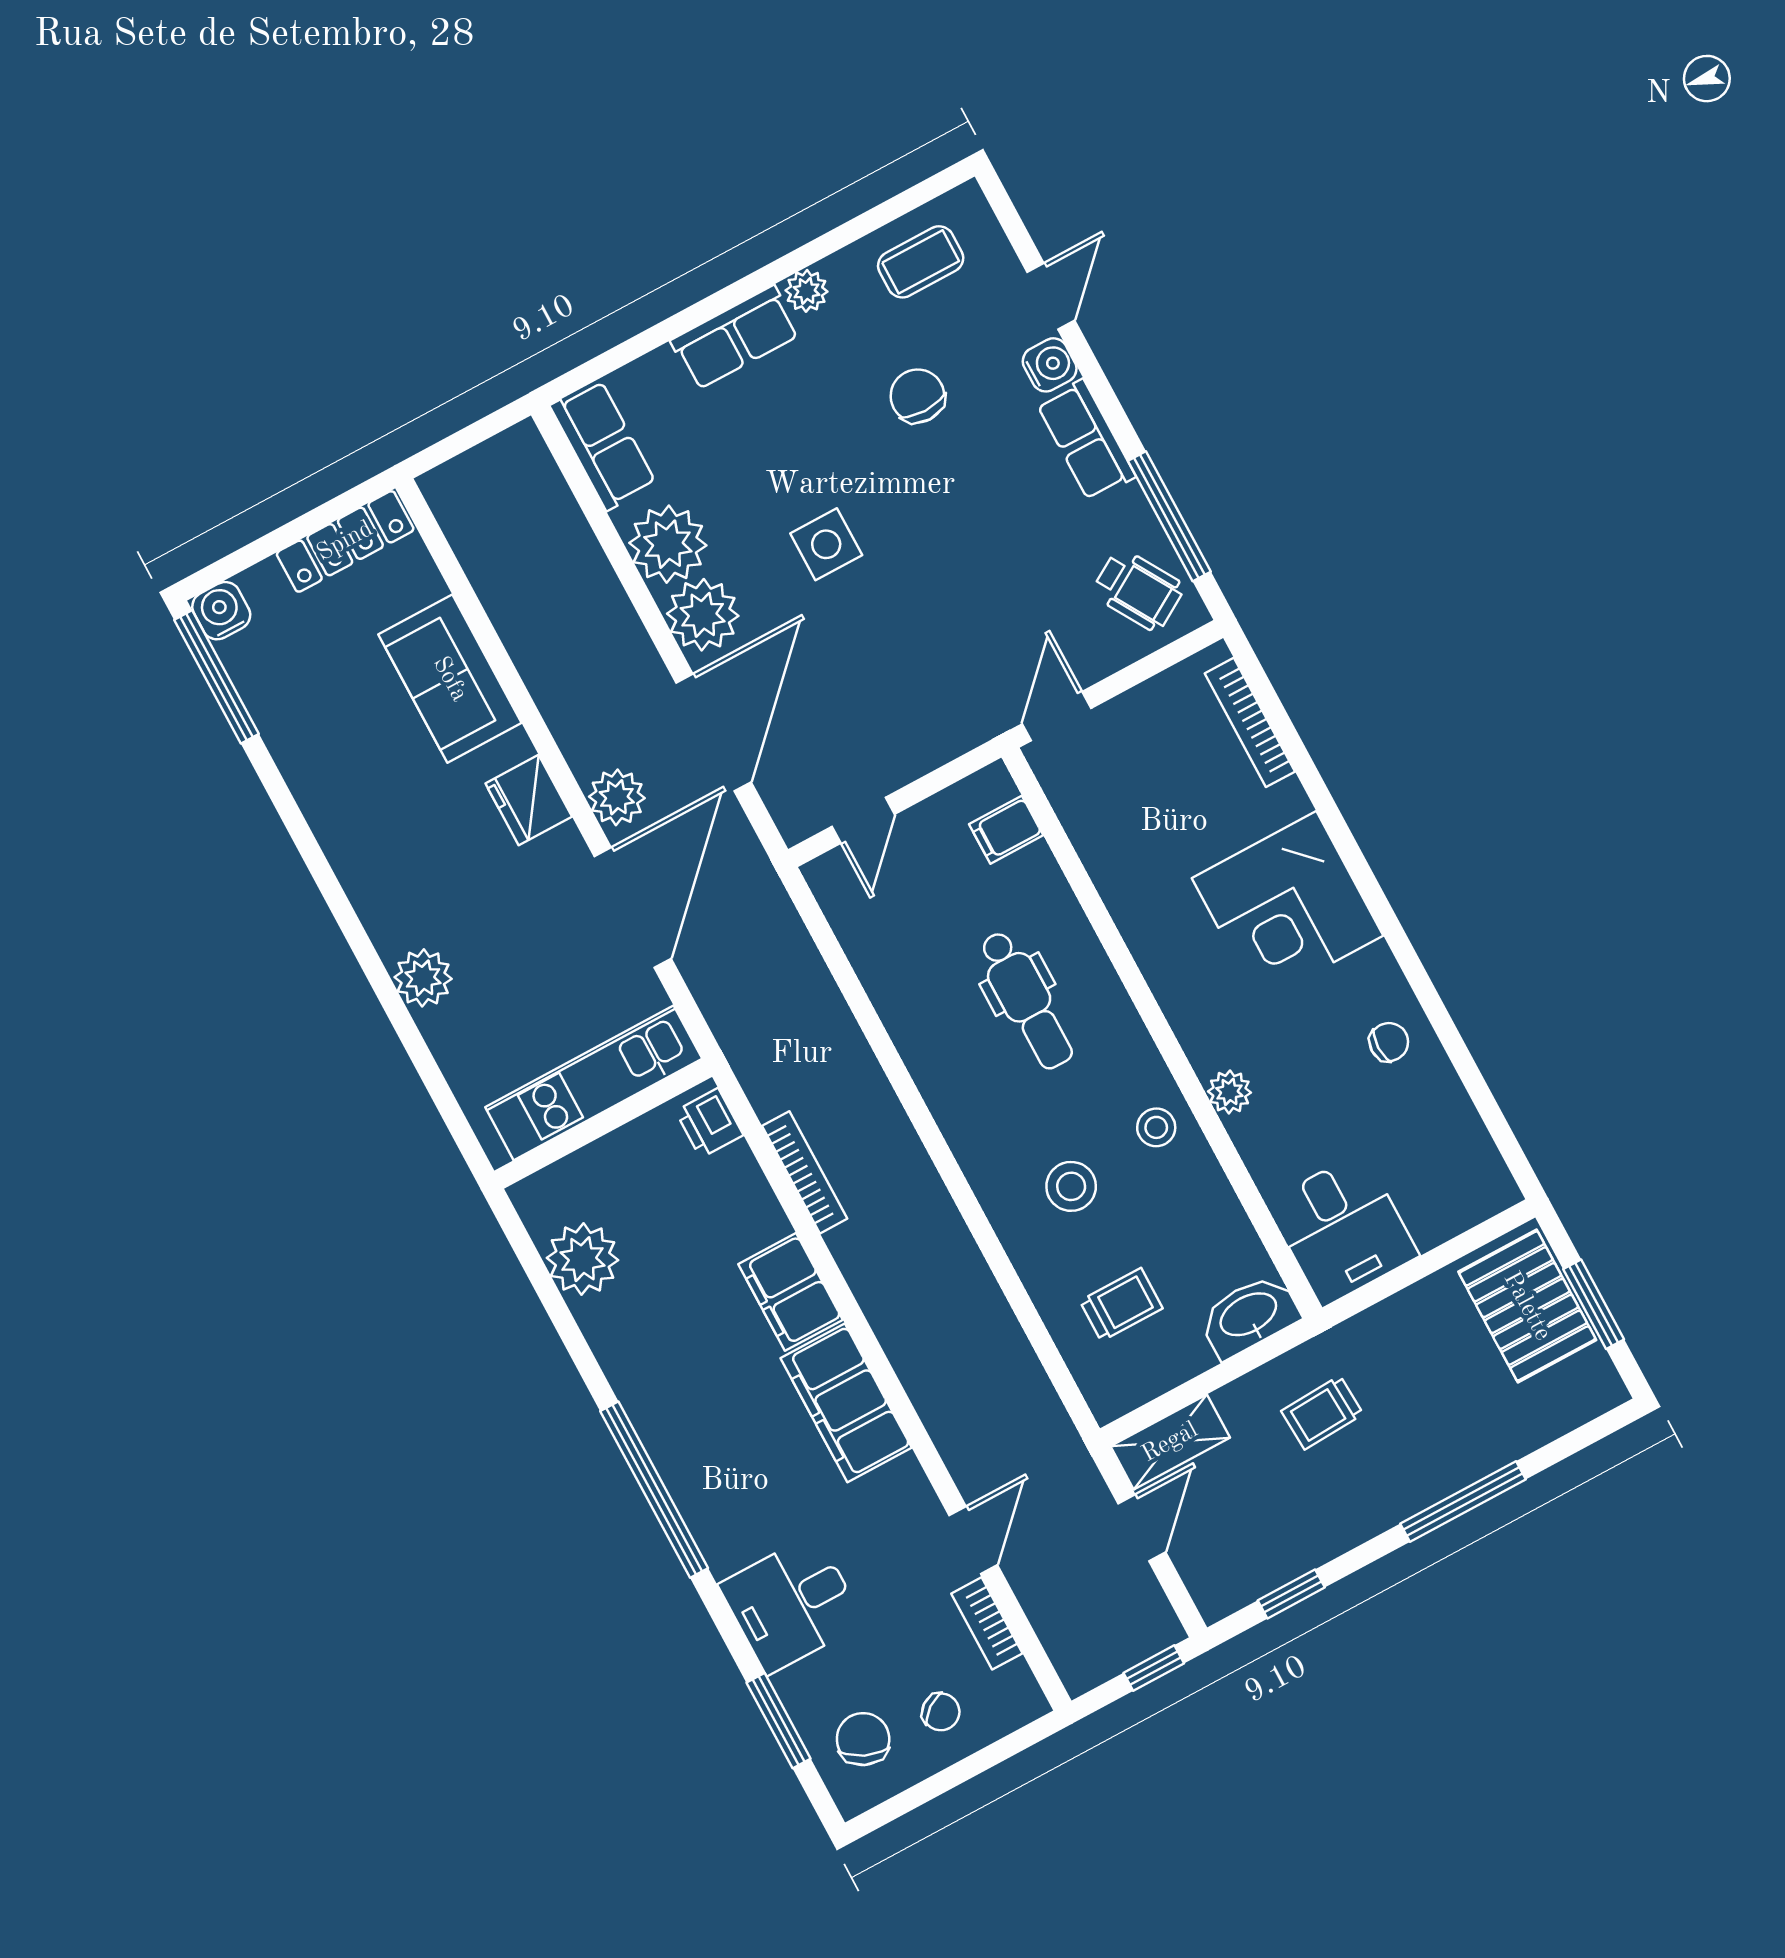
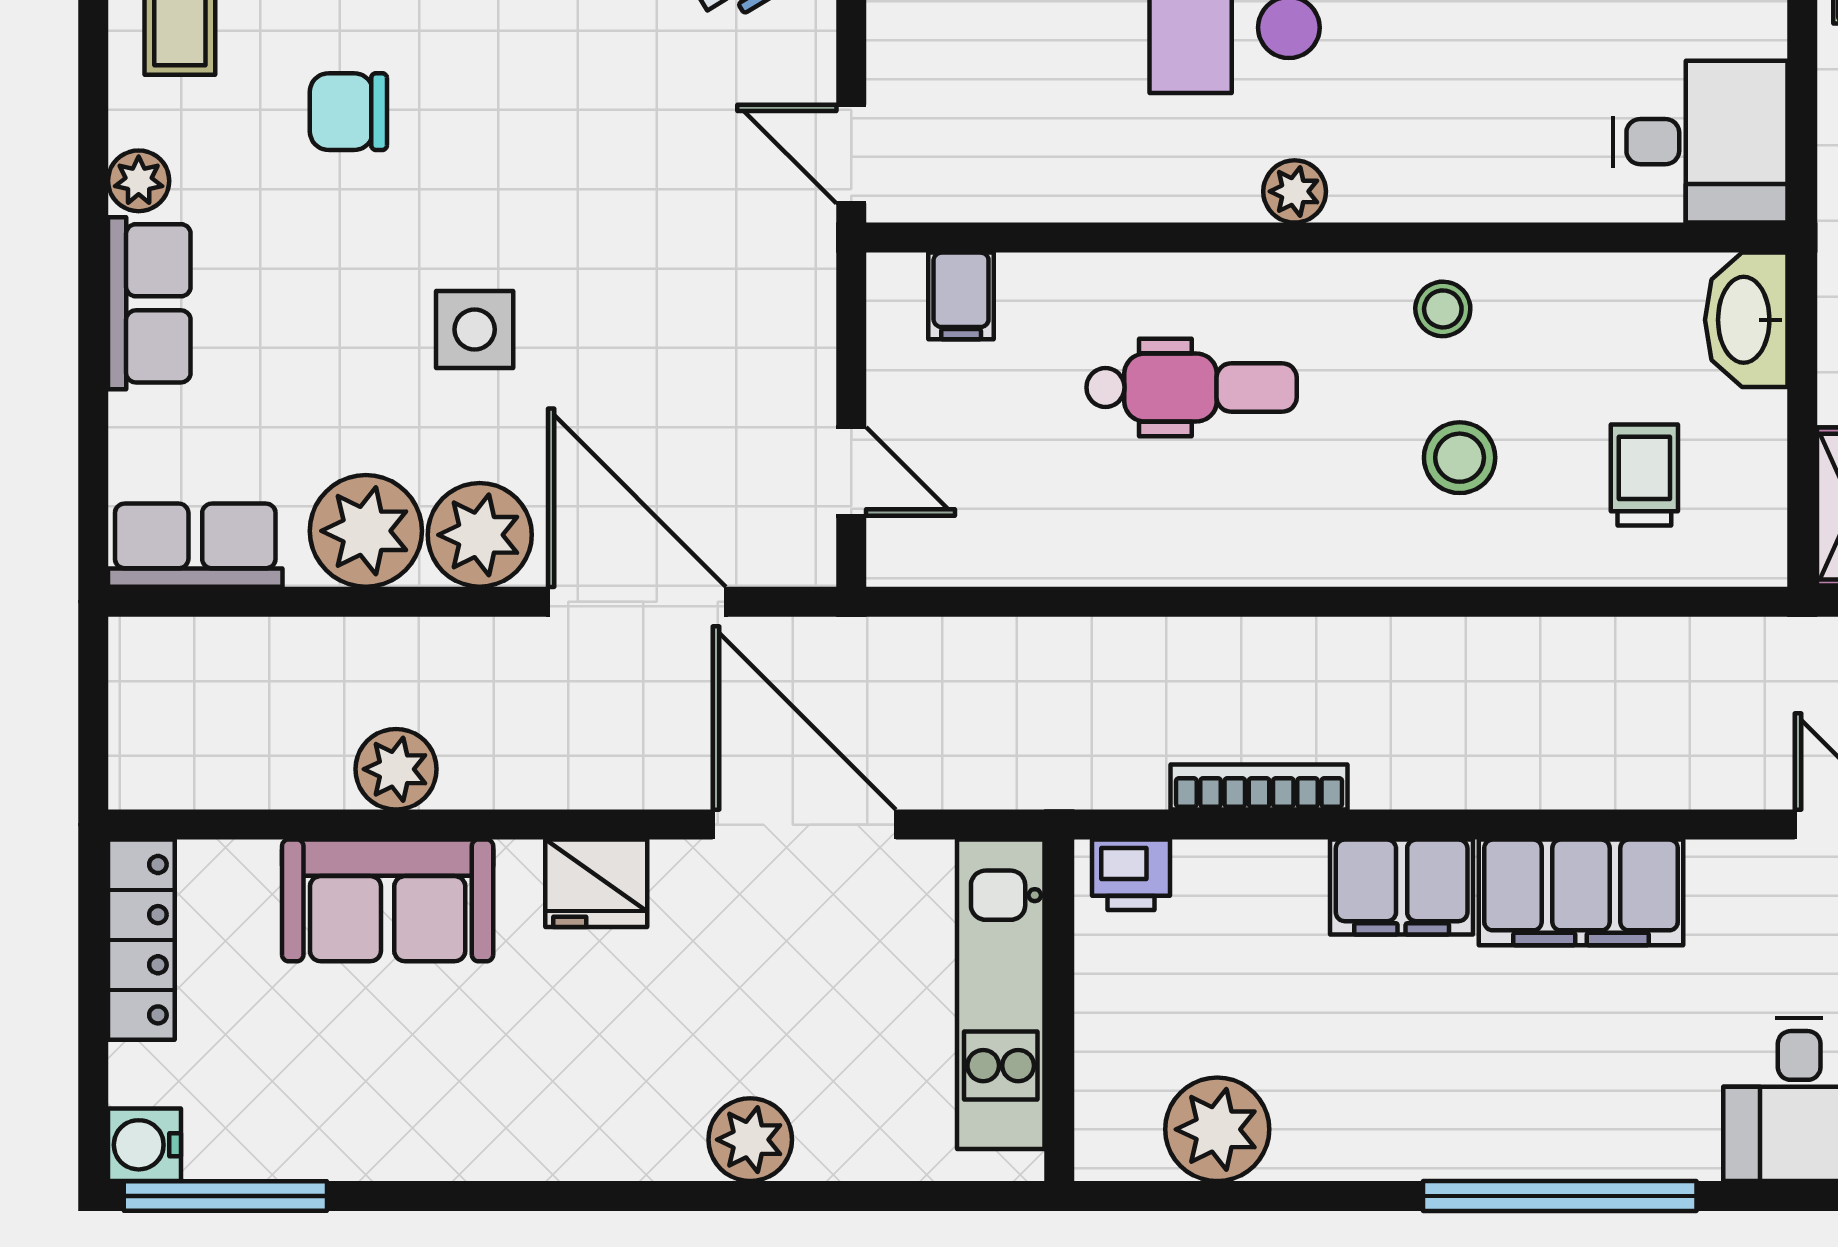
plant: (617, 797) -> (396, 769), moved
plant: (1229, 1092) -> (1295, 191), moved

